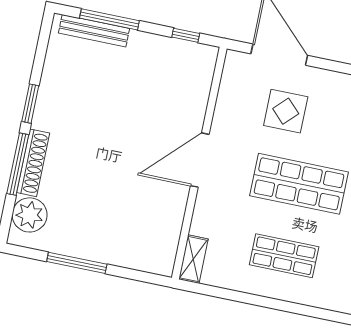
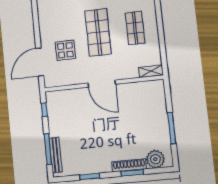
window: (30, 104) -> (90, 177), moved
window: (18, 164) -> (132, 173), width x0.69

